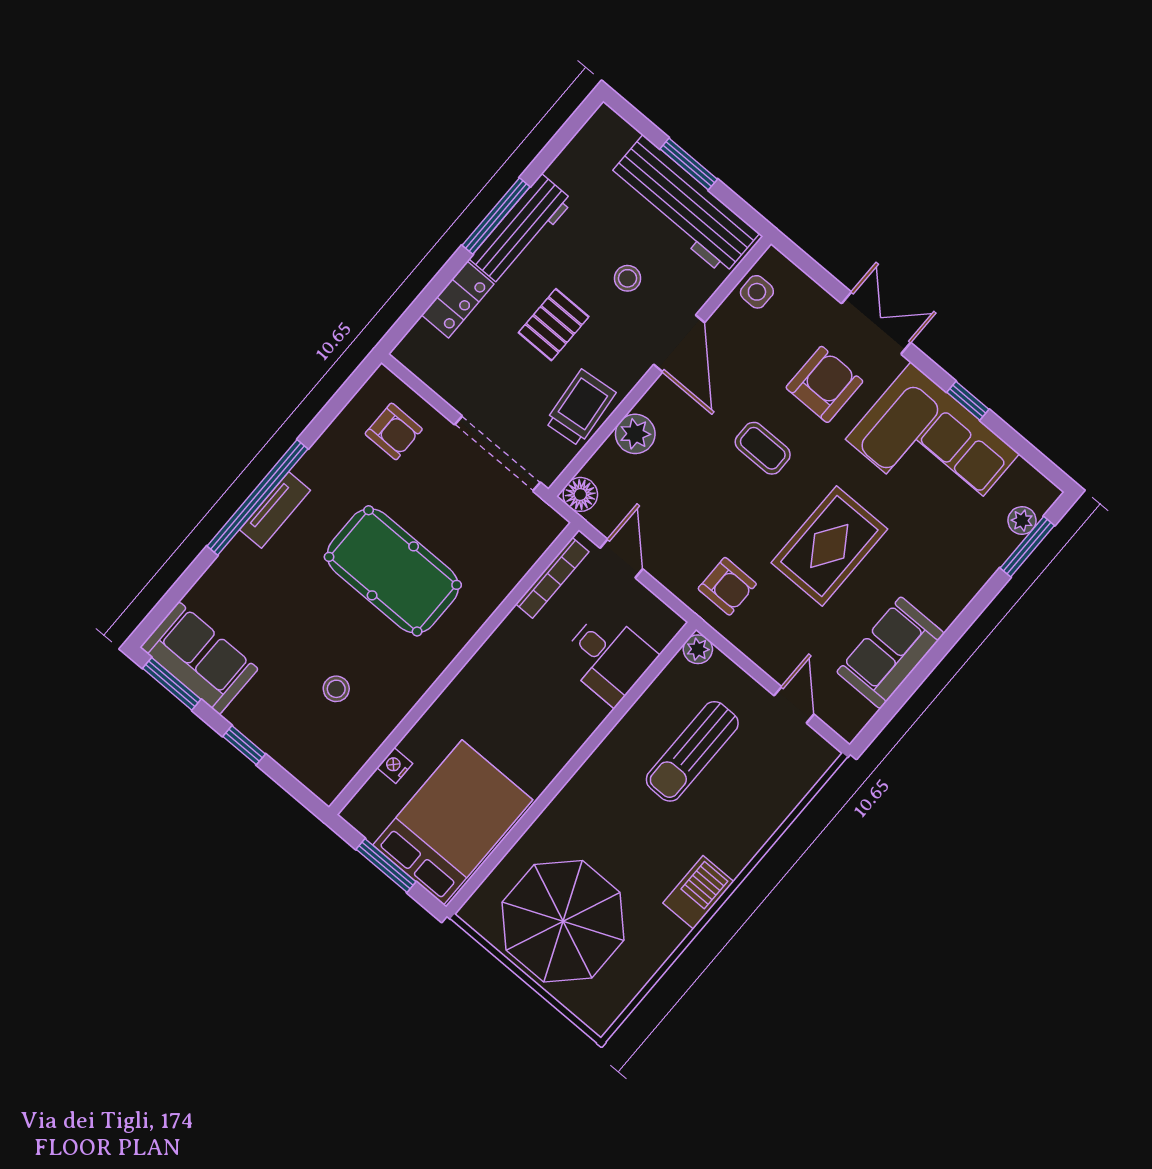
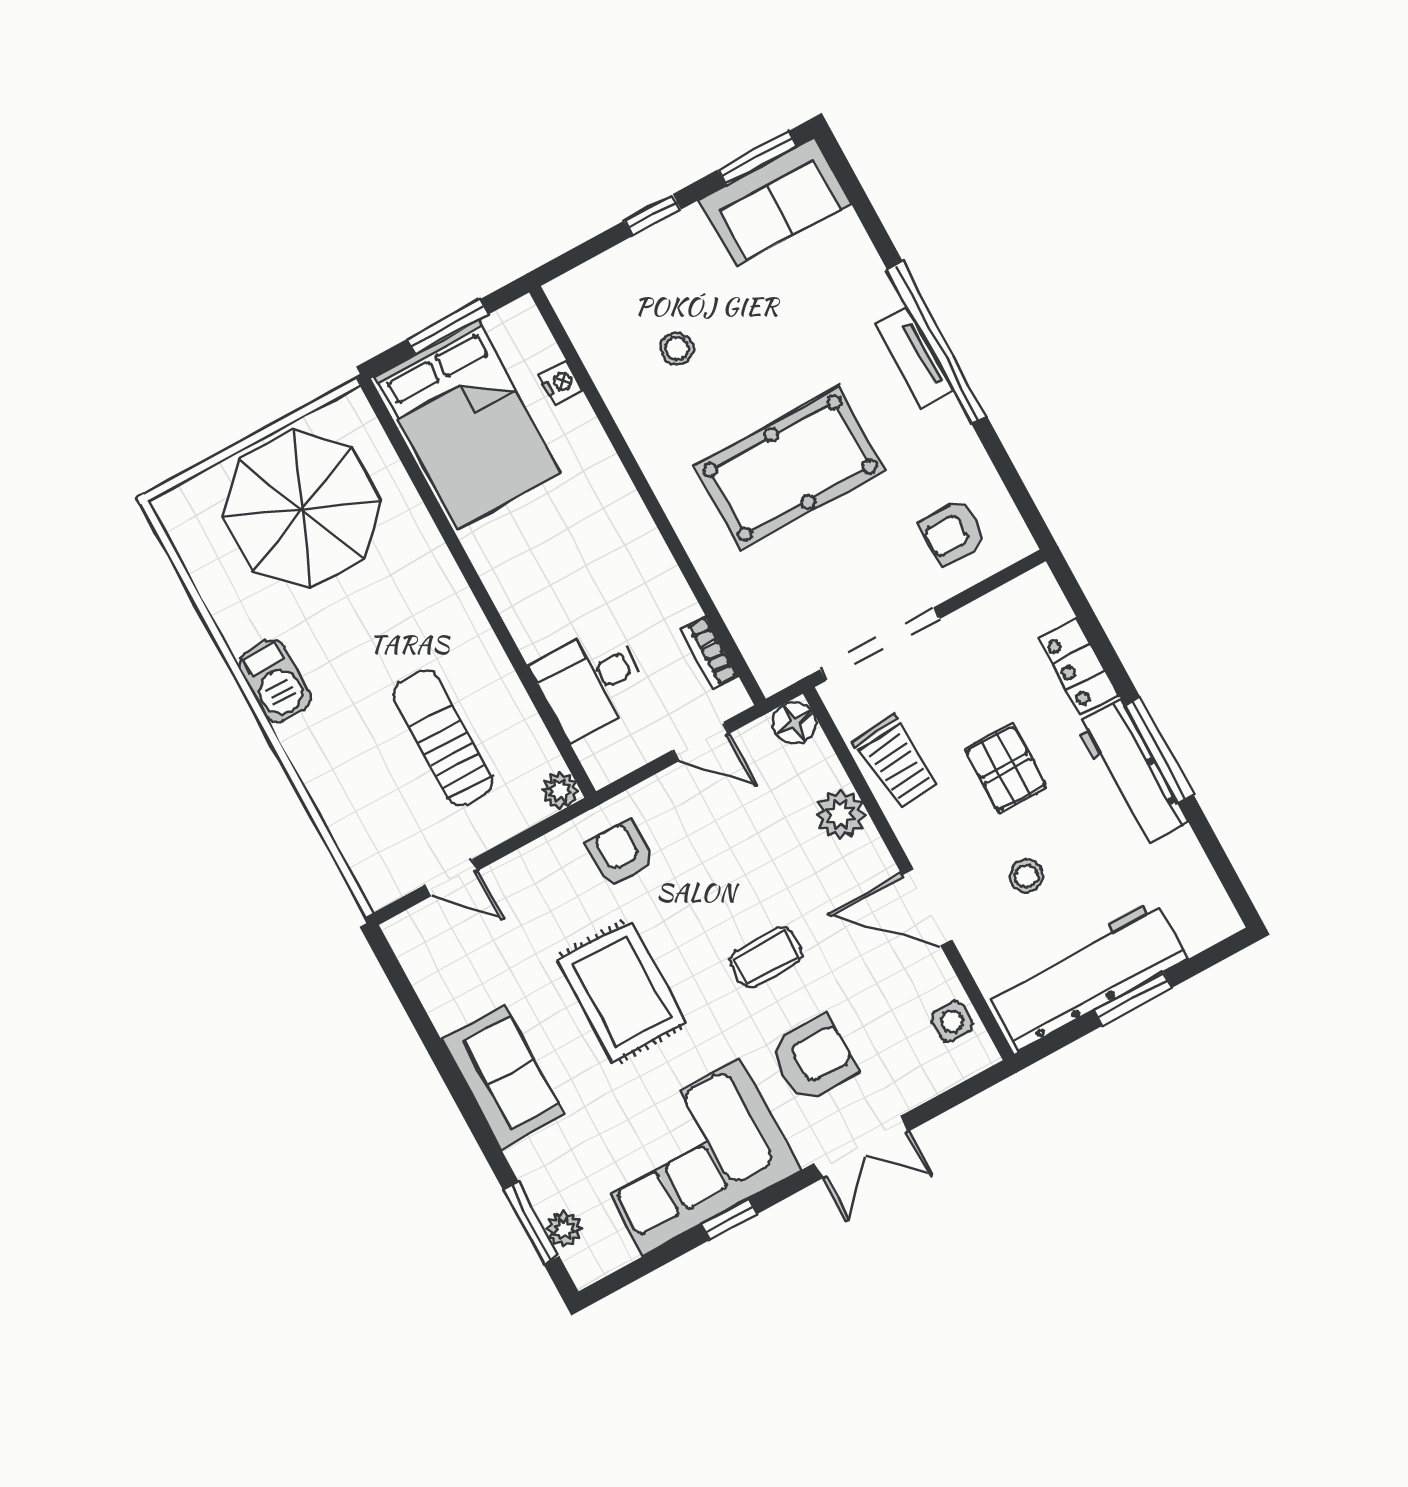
armchair: (824, 384) -> (813, 1059), turned -90
bookcase: (552, 578) -> (709, 652), width x0.64
armchair: (727, 586) -> (620, 853), turned 90
sofa: (890, 653) -> (503, 1077), moved

